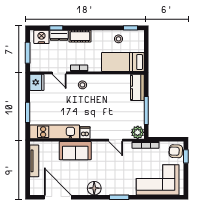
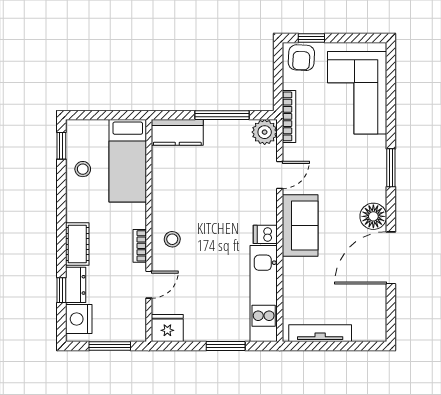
sofa: (75, 151) -> (300, 226), moved
door: (58, 197) -> (391, 258), moved

